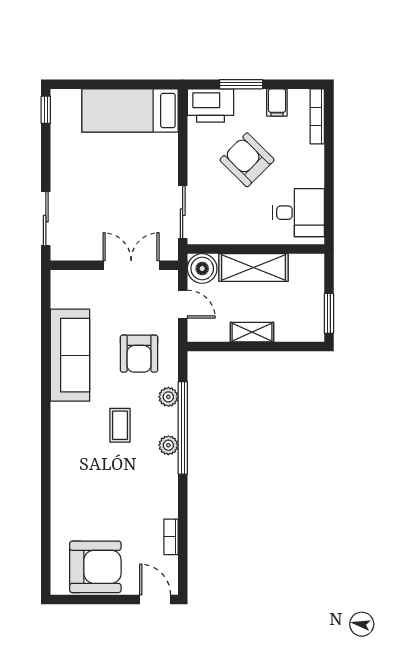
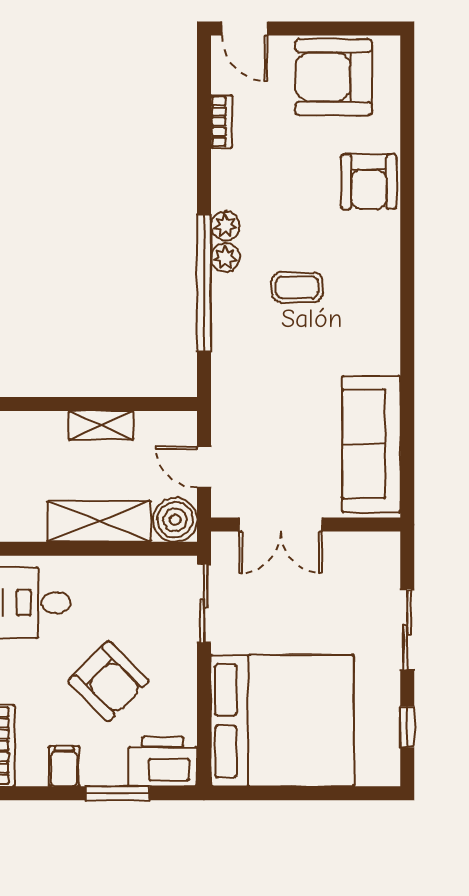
window: (46, 110) -> (407, 727), moved
bed: (130, 111) -> (282, 721), width x2.04
sliding door: (46, 219) -> (407, 630), moved
armchair: (139, 354) -> (369, 182), moved, turned 180
sofa: (70, 355) -> (371, 444), moved
plant: (168, 397) -> (225, 226), moved
coffee table: (120, 425) -> (297, 287), turned 90

